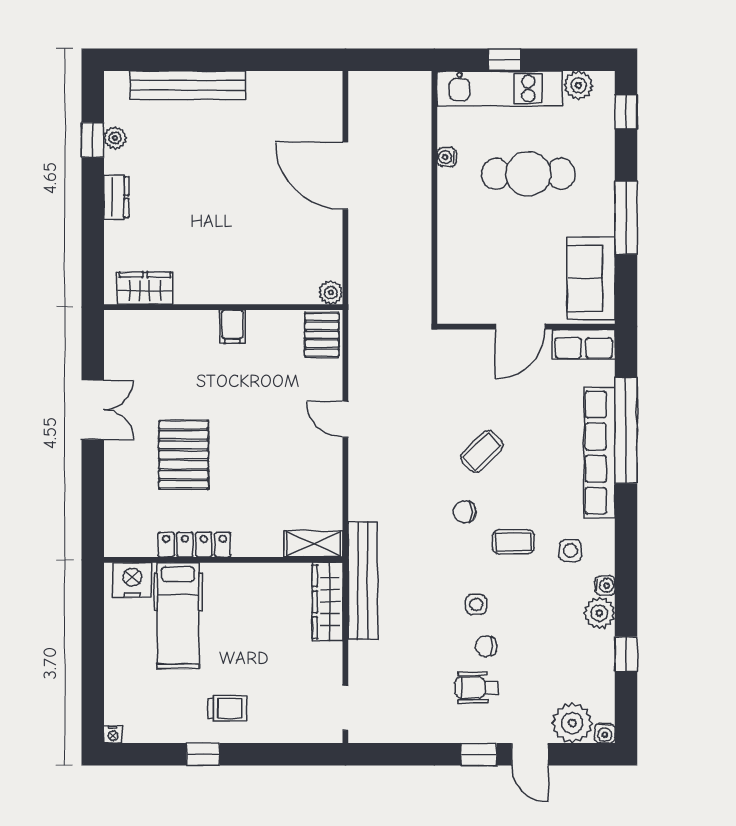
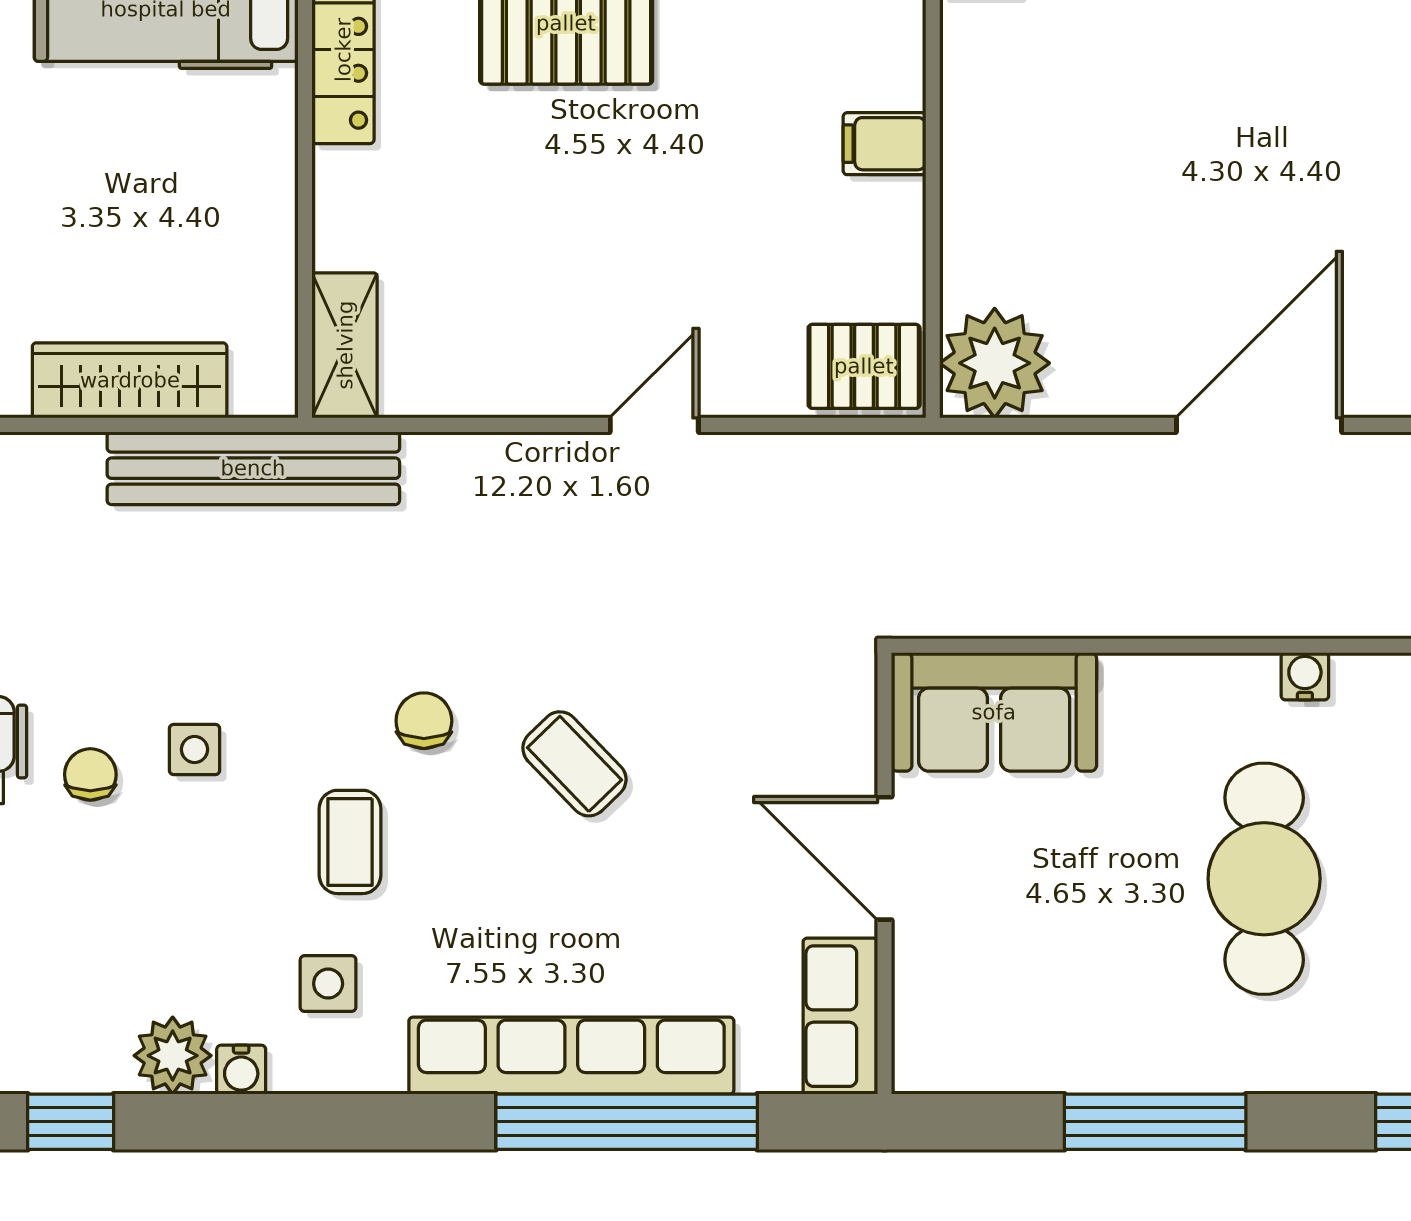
sofa: (591, 278) -> (994, 712), moved, turned 180
plant: (331, 293) -> (995, 363), width x1.88, depth x1.88
wardrobe: (328, 602) -> (130, 380), moved

